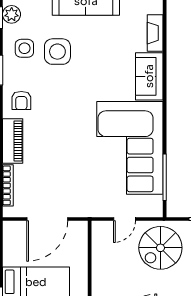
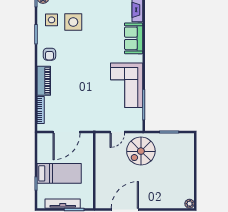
corner sofa: (130, 148) -> (127, 85), width x0.73, depth x0.74

